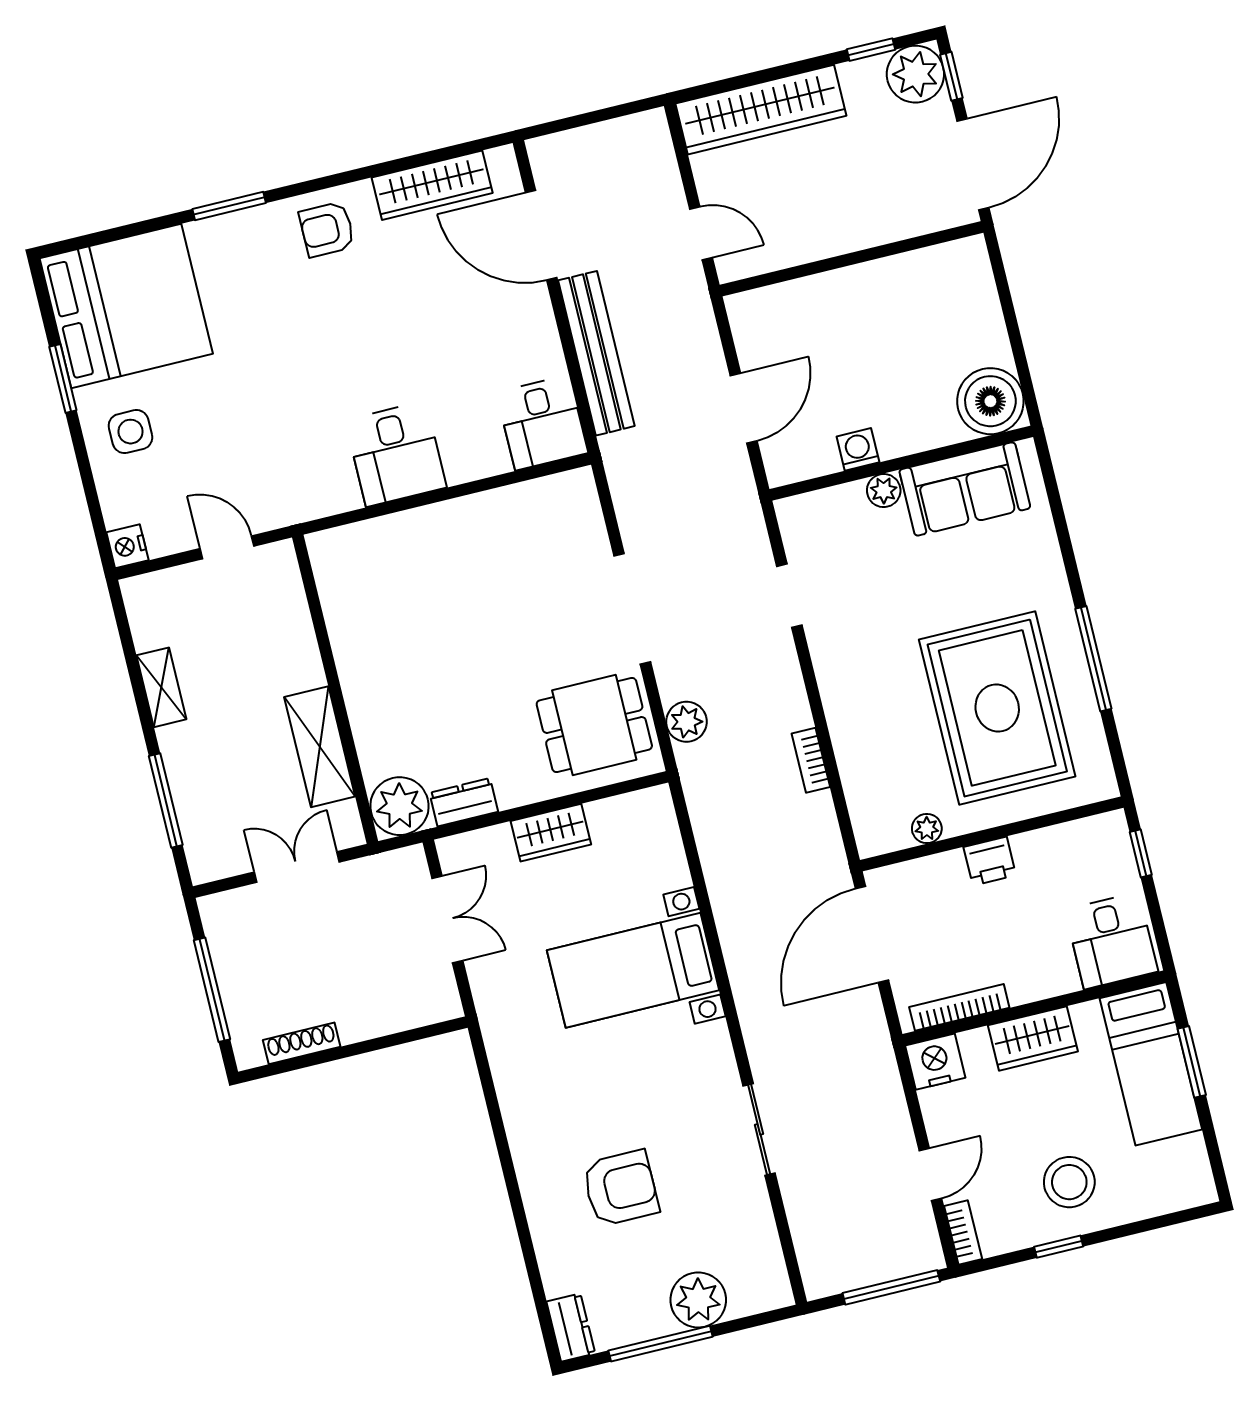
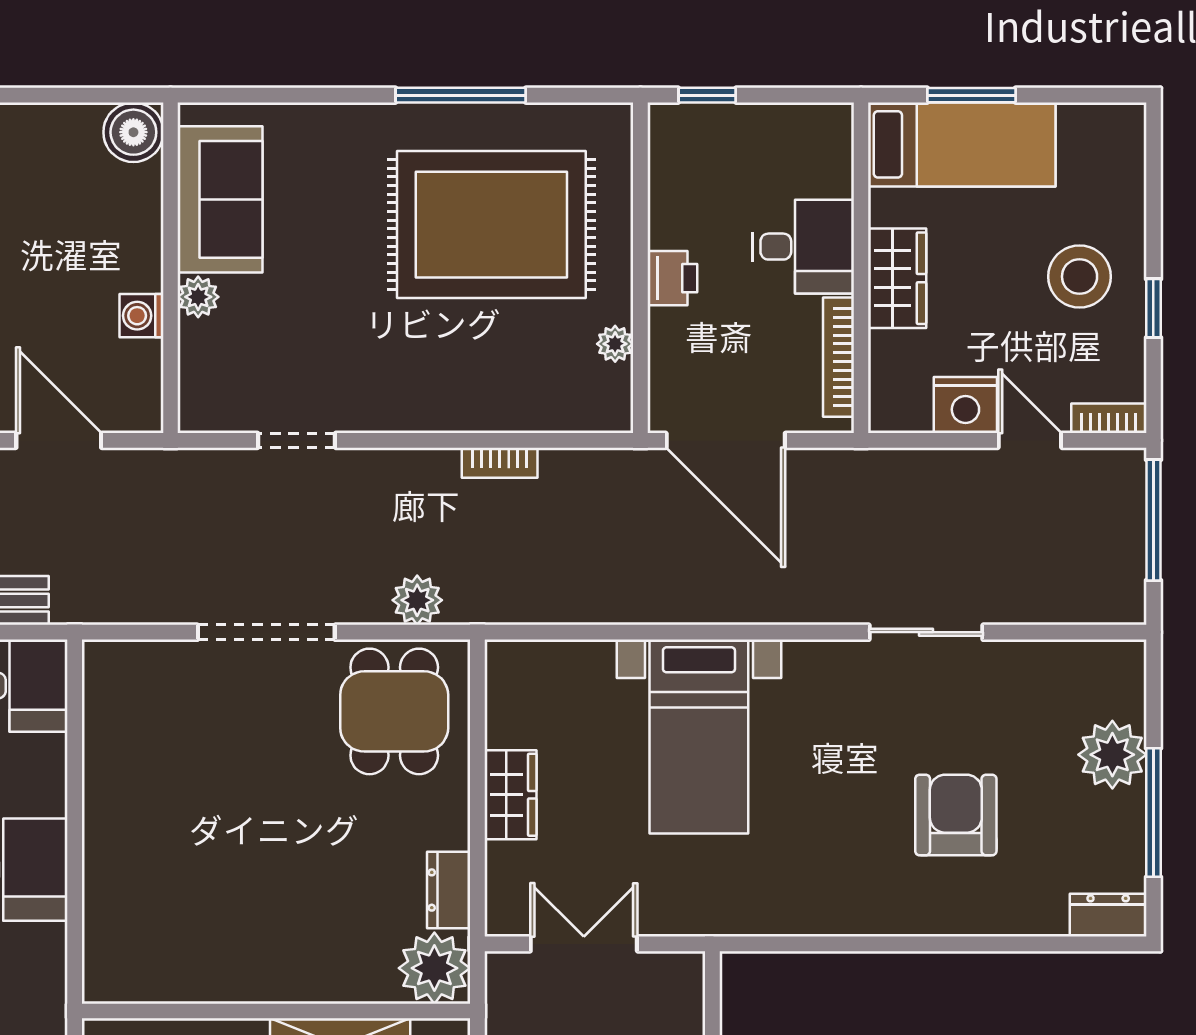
boiler: (990, 401) -> (133, 132), width x0.73, depth x0.73
desk: (1111, 941) -> (803, 247), moved
nightstand: (935, 1062) -> (965, 405), moved, turned -90

